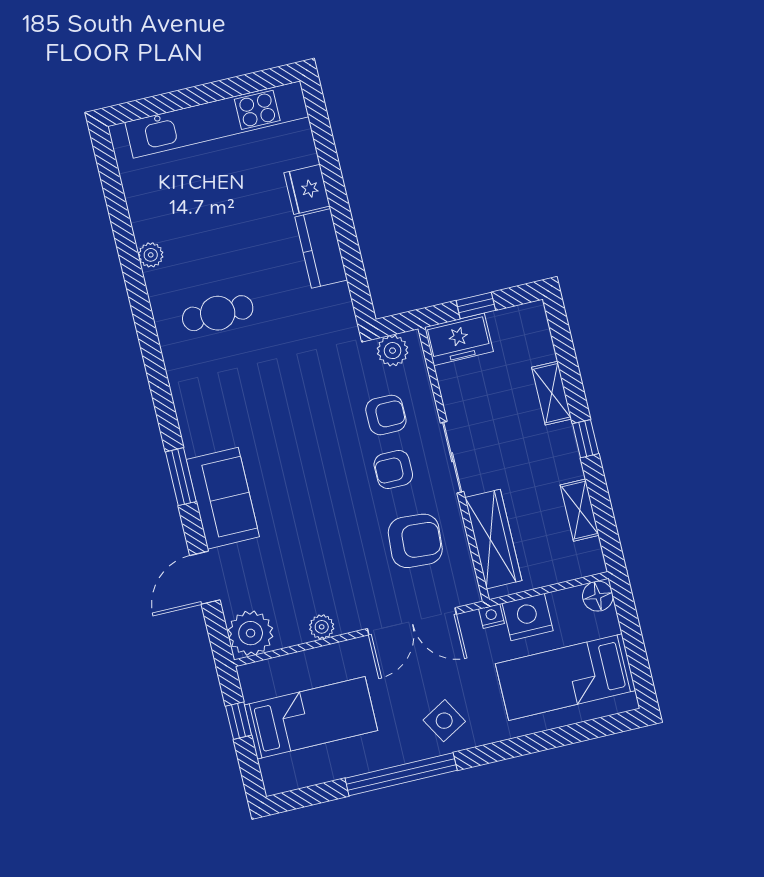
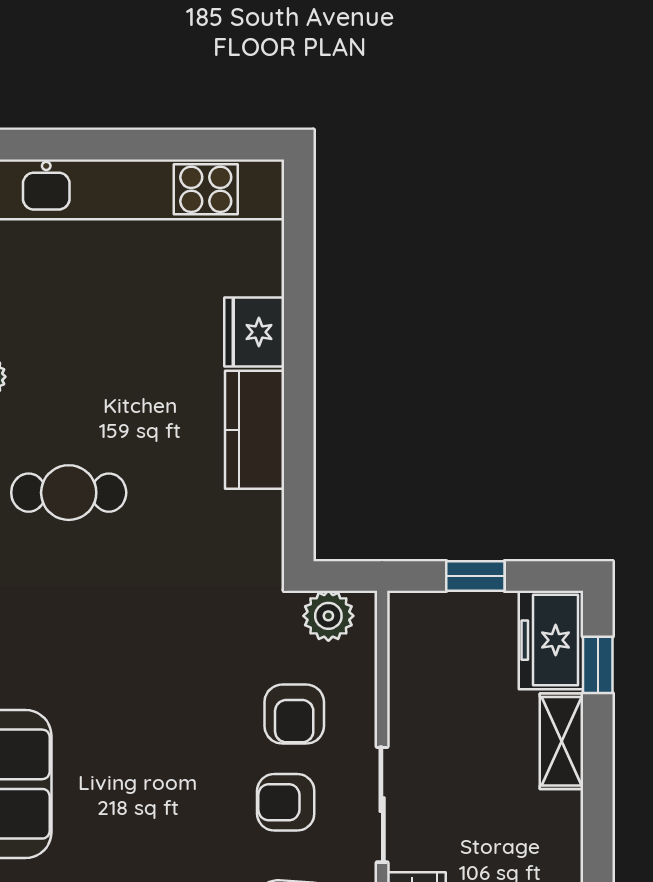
freezer: (459, 339) -> (551, 640), moved, turned 90
armchair: (386, 415) -> (294, 714), turned 90
window: (586, 439) -> (598, 665), moved

